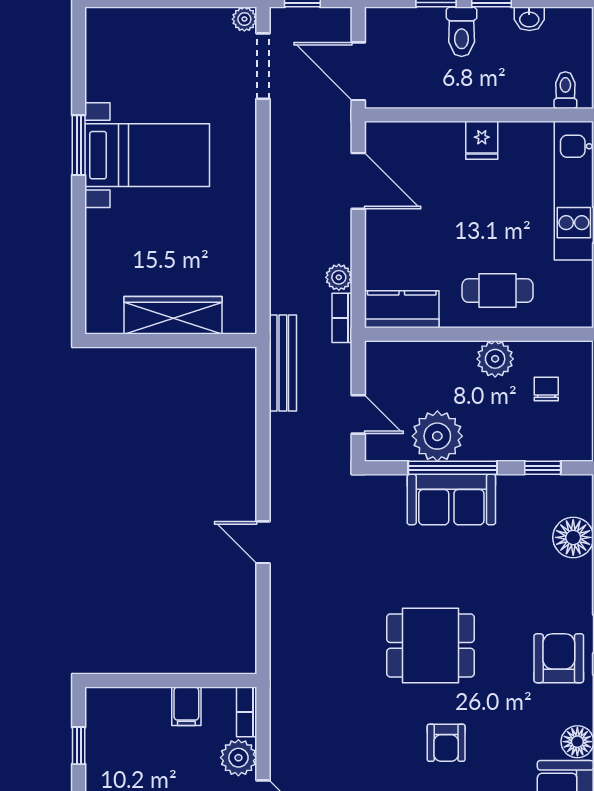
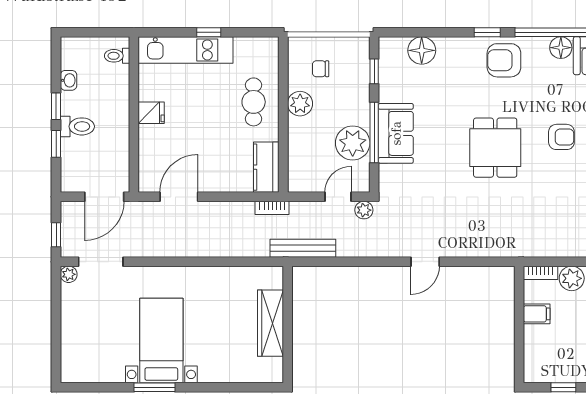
plant: (339, 277) -> (364, 210), moved

